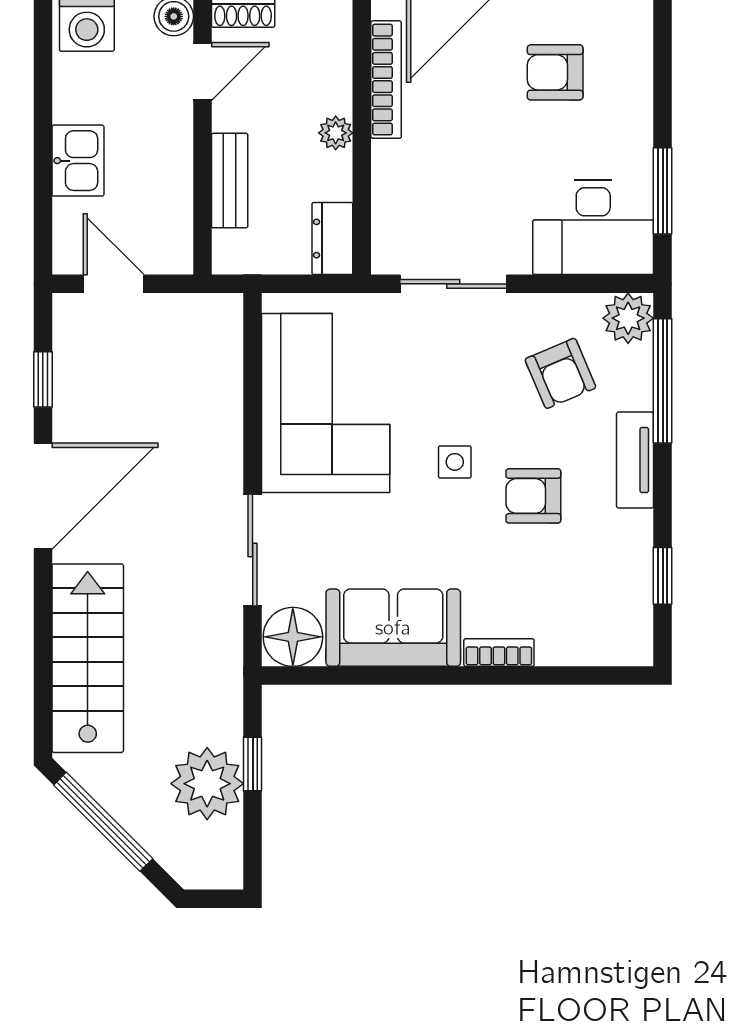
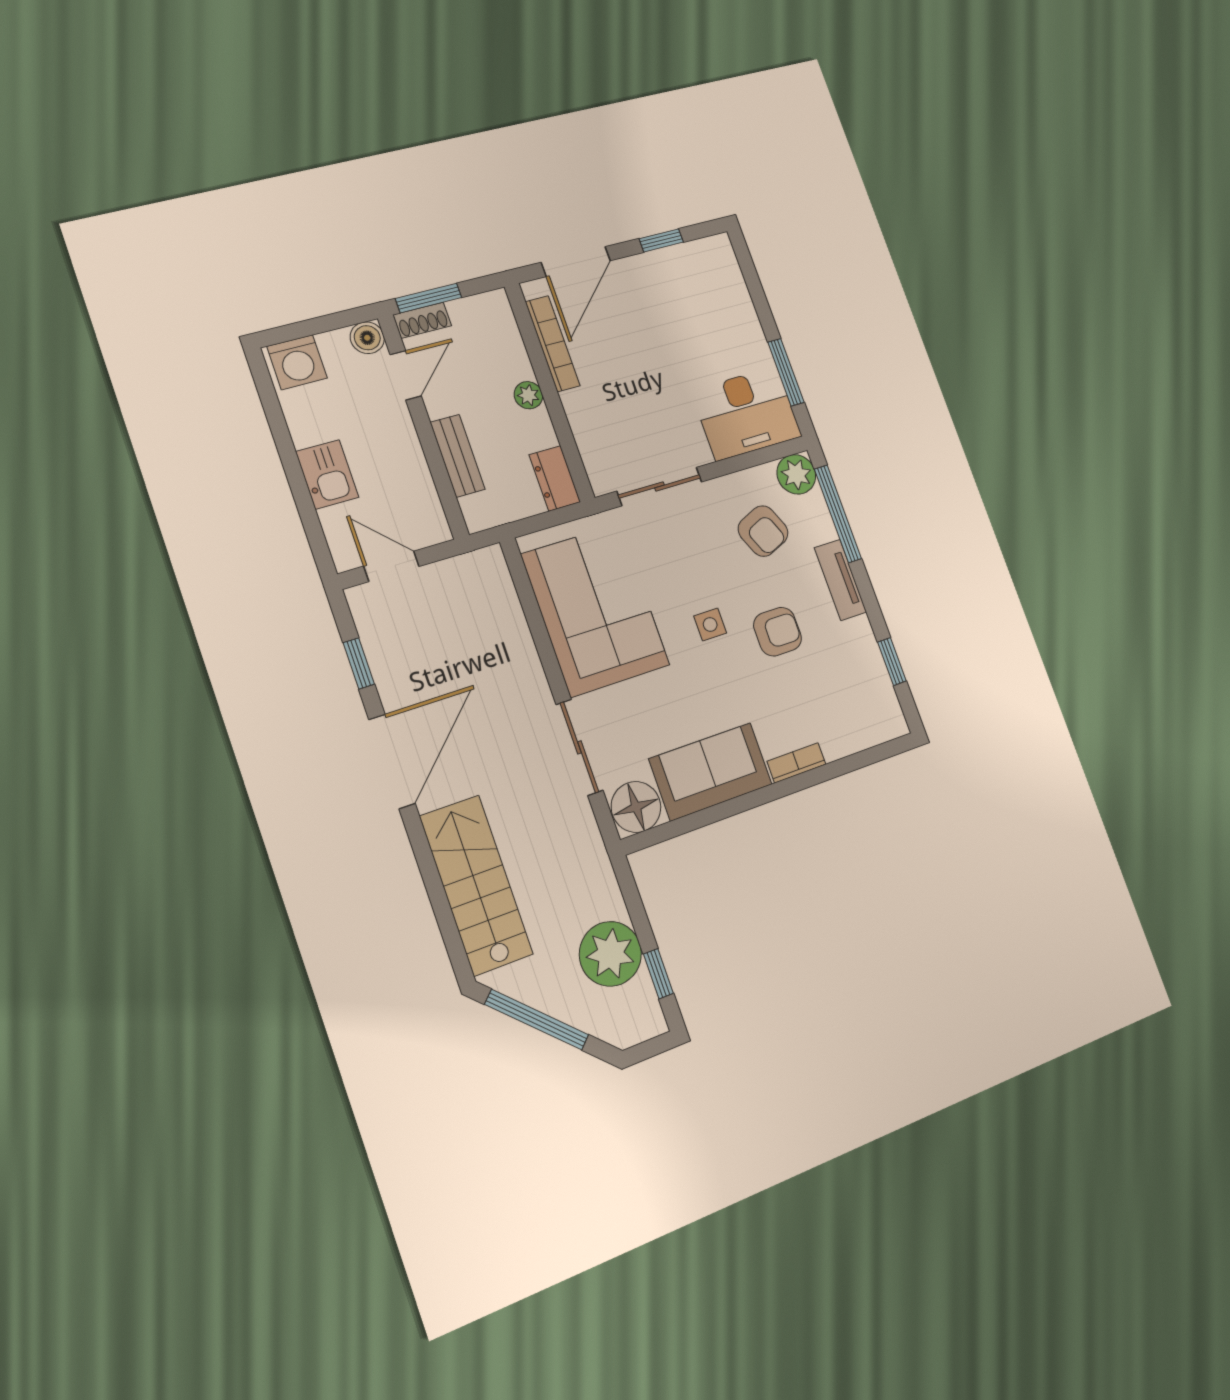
armchair: (555, 72) -> (677, 305), removed
armchair: (533, 496) -> (778, 632), turned 180
window: (253, 764) -> (658, 974), moved

